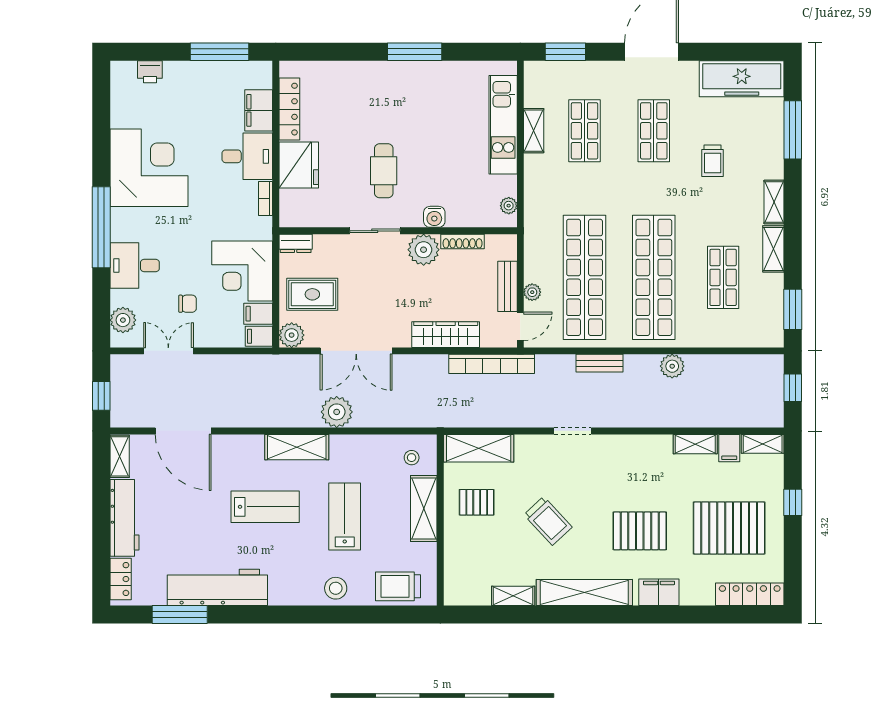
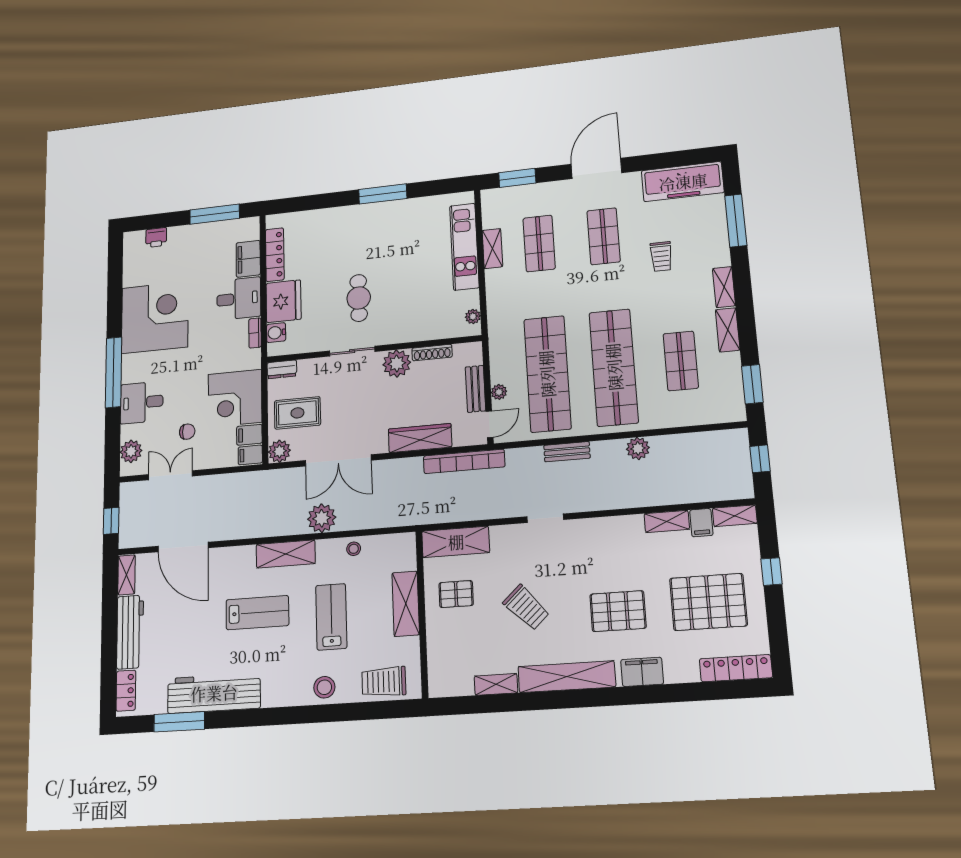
water cooler: (434, 217) -> (276, 333), moved, turned 90
stool: (412, 458) -> (354, 549), moved

